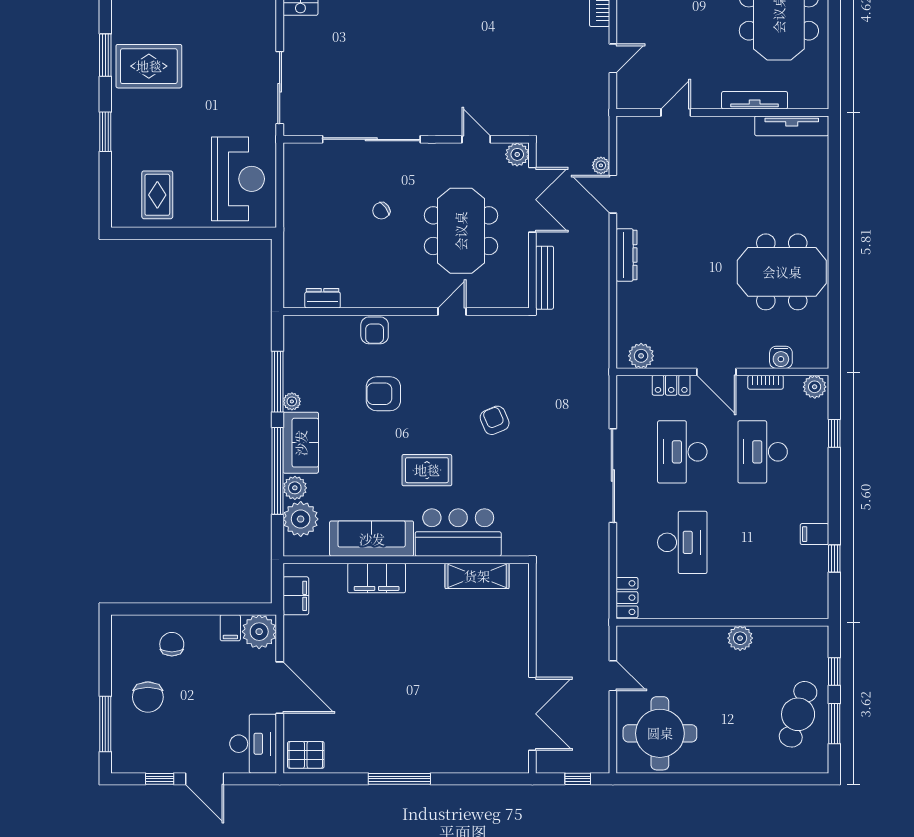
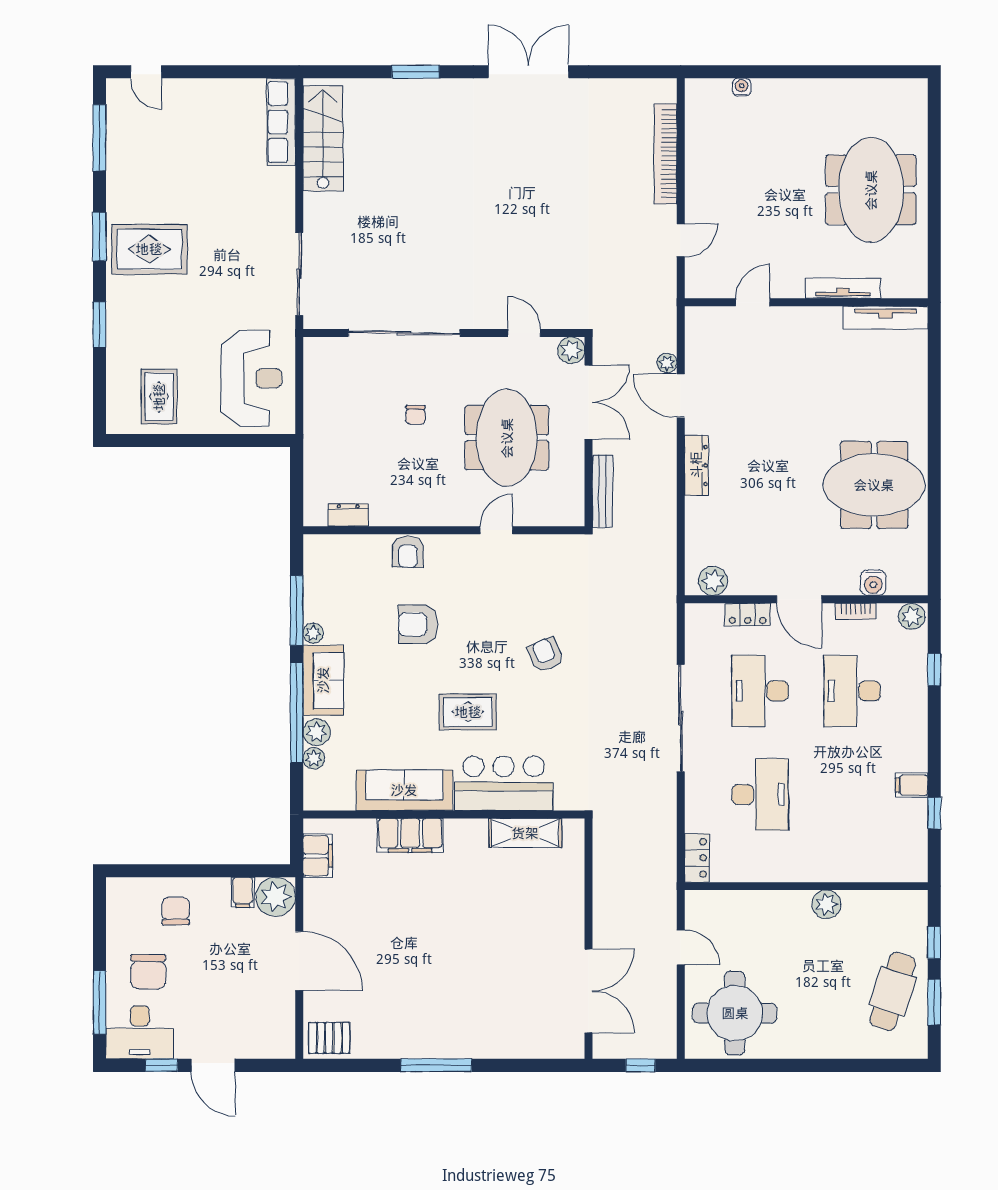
chair: (381, 211) -> (416, 415), turned -54
plant: (301, 519) -> (314, 758), width x0.53, depth x0.53
desk: (253, 744) -> (140, 1032), moved, turned 90

